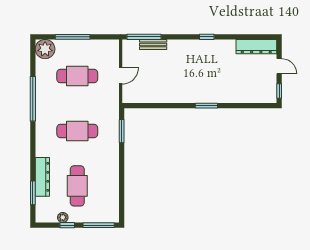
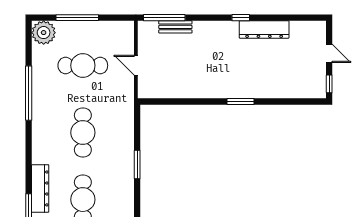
dresser: (256, 47) -> (264, 29), moved
door: (121, 76) -> (136, 65), swing flipped
cafe table: (77, 131) -> (83, 133), turned 90
window: (122, 131) -> (137, 164), moved

